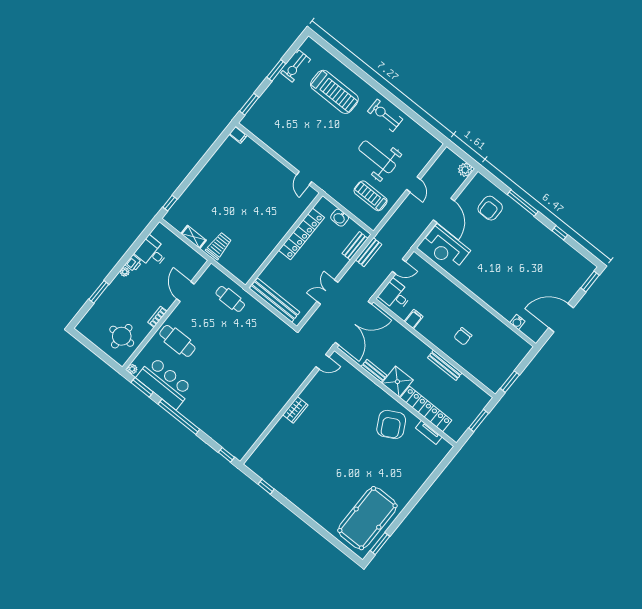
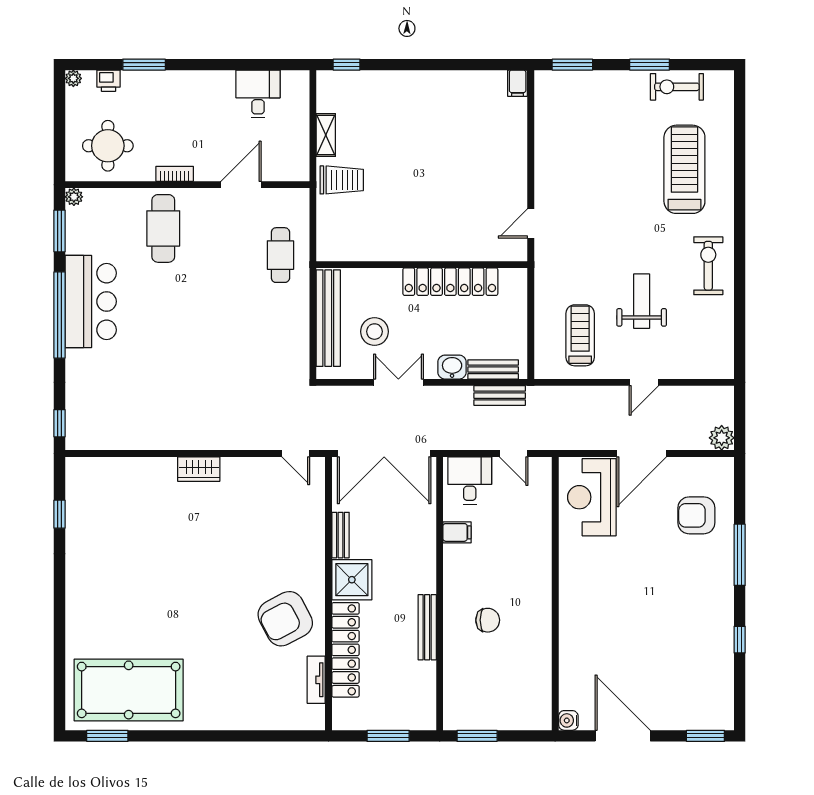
treadmill: (334, 92) -> (684, 169), turned 180
weight bench: (377, 157) -> (642, 301), width x0.73, depth x0.75
washbasin: (340, 218) -> (452, 367), moved, turned 90
printer: (133, 263) -> (109, 81), moved
plant: (125, 272) -> (73, 78), moved
stool: (297, 285) -> (374, 332), added
water cooler: (517, 322) -> (568, 720), moved
chair: (463, 336) -> (488, 620), turned 180
bar counter: (165, 383) -> (91, 301), moved

